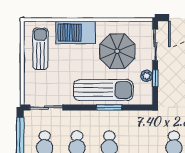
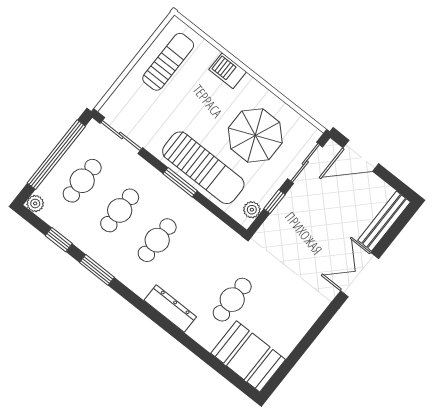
barbecue: (75, 33) -> (228, 71), width x0.53, depth x0.65
plant: (147, 76) -> (252, 210), moved
window: (109, 107) -> (180, 182), moved

